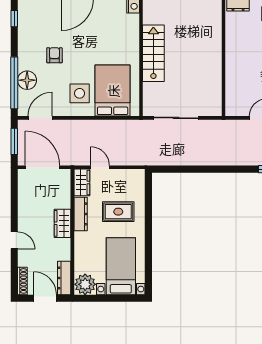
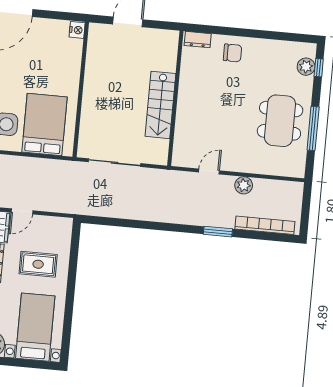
stairs: (153, 53) -> (160, 105), moved, turned 180
door: (100, 167) -> (22, 211), swing flipped

